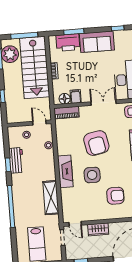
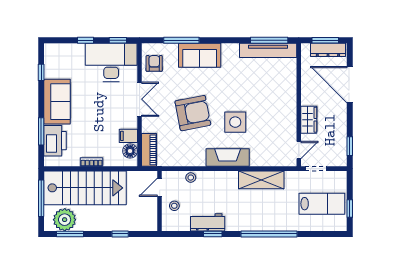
double door: (103, 103) -> (139, 99), swing flipped
armchair: (115, 196) -> (265, 93), removed

